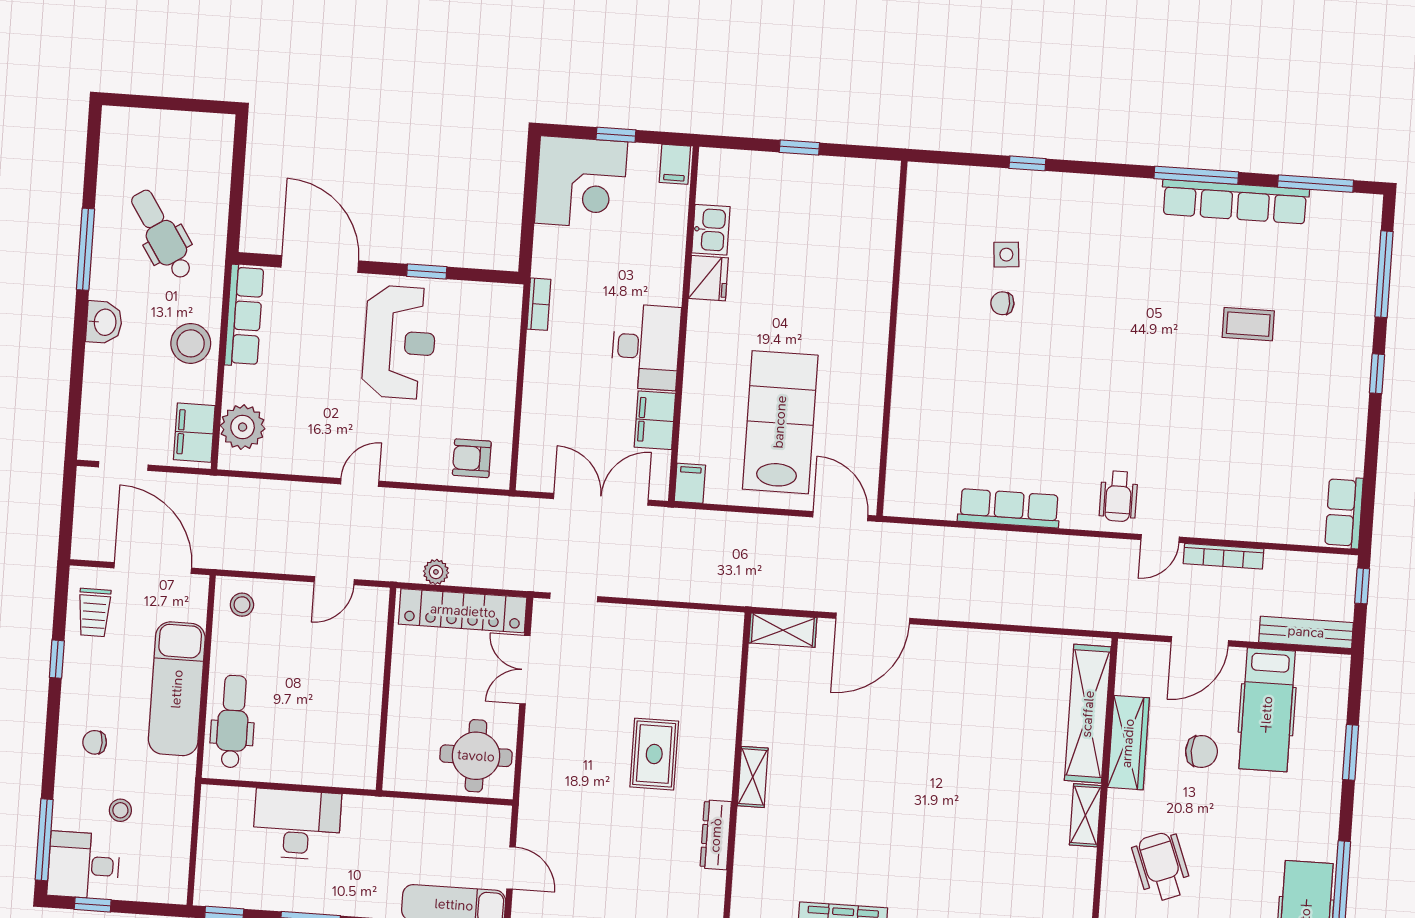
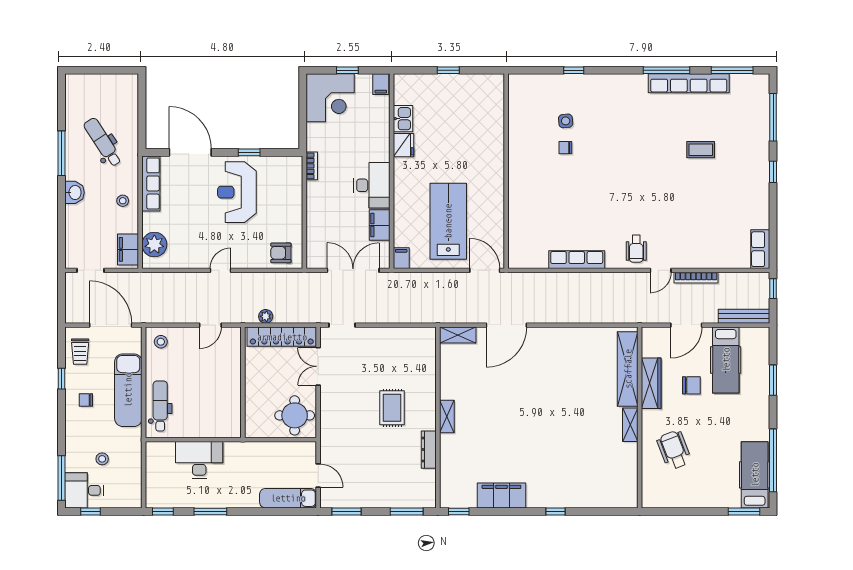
reception desk: (399, 342) -> (237, 192), turned 180
stool: (191, 343) -> (123, 201), width x0.53, depth x0.53
chair: (95, 742) -> (86, 400), moved

